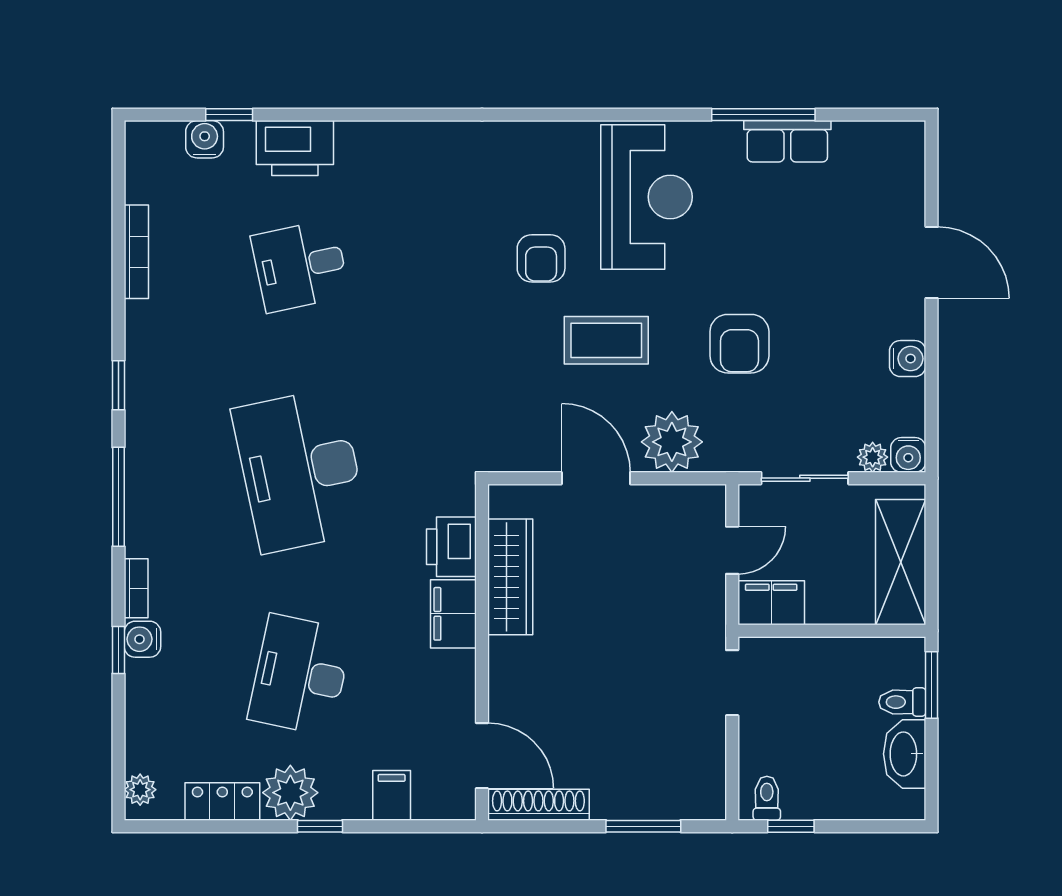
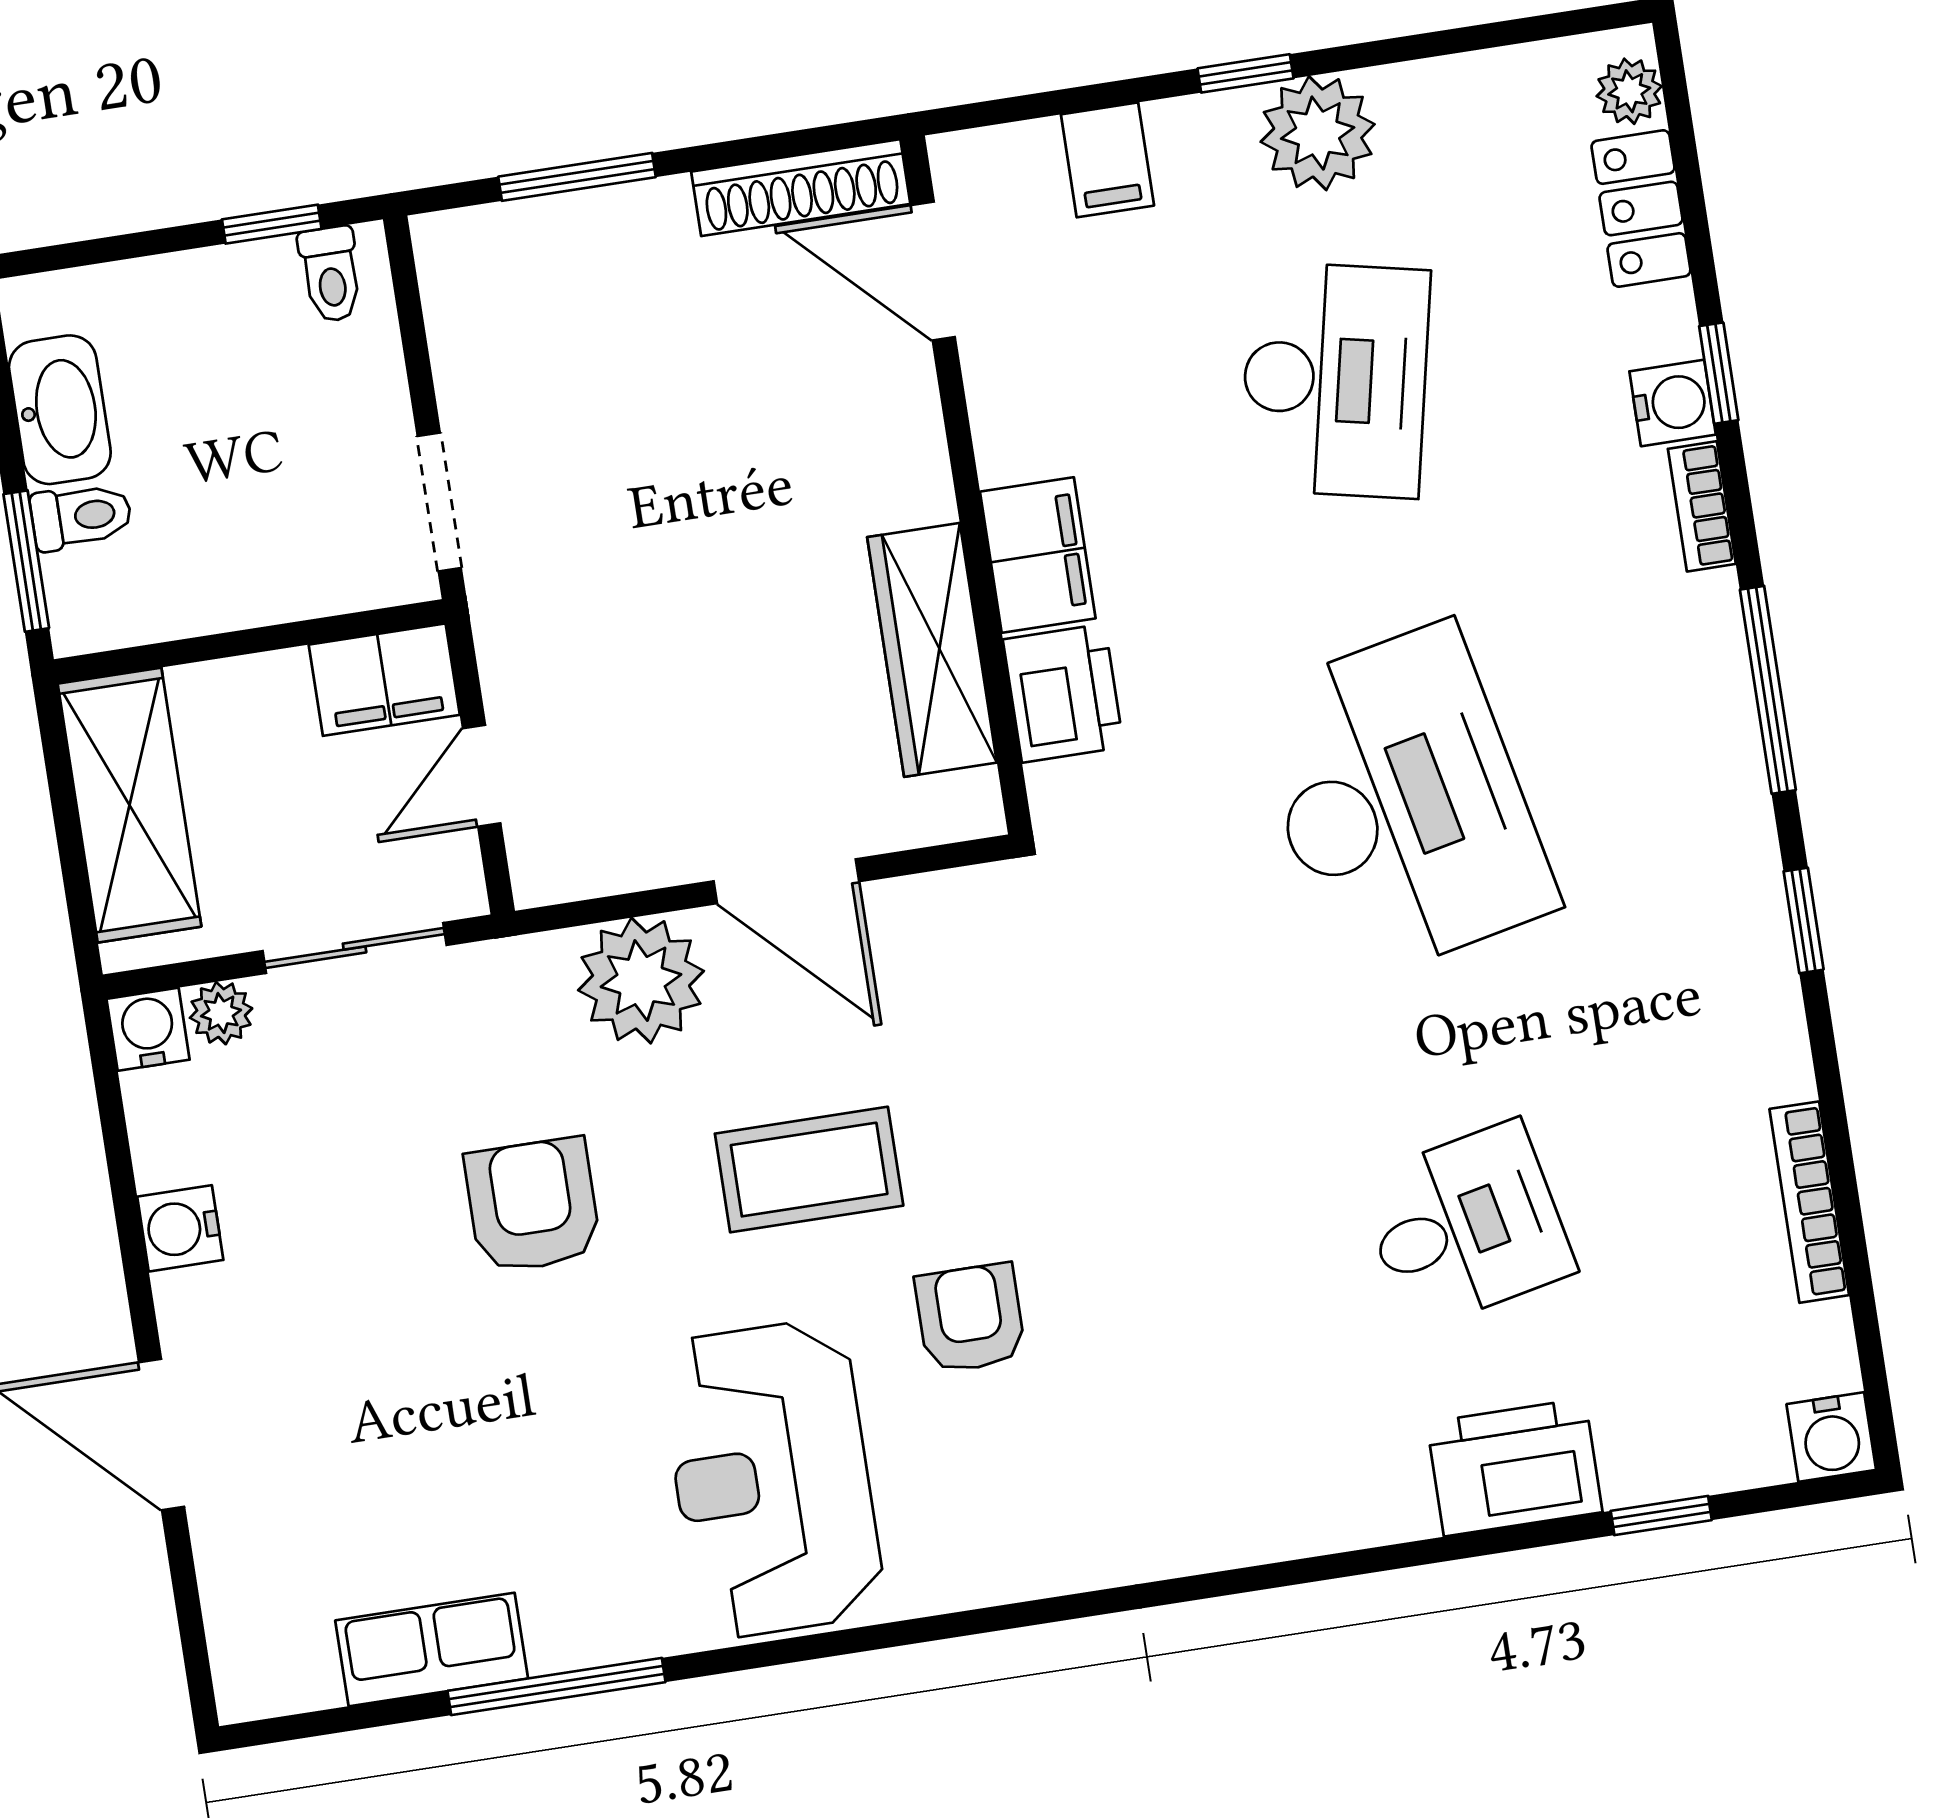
water cooler: (205, 139) -> (1831, 1437), moved
row of seats: (787, 141) -> (432, 1649), moved
locker: (222, 801) -> (1641, 208), moved, turned 90

